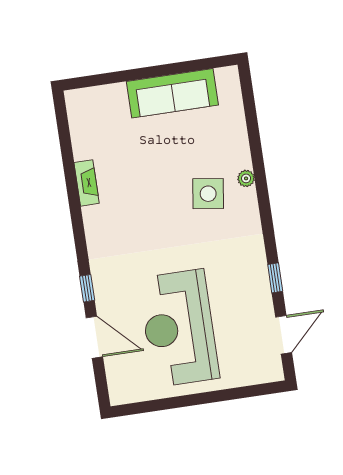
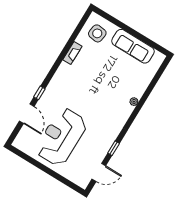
side table: (208, 194) -> (97, 33), moved

